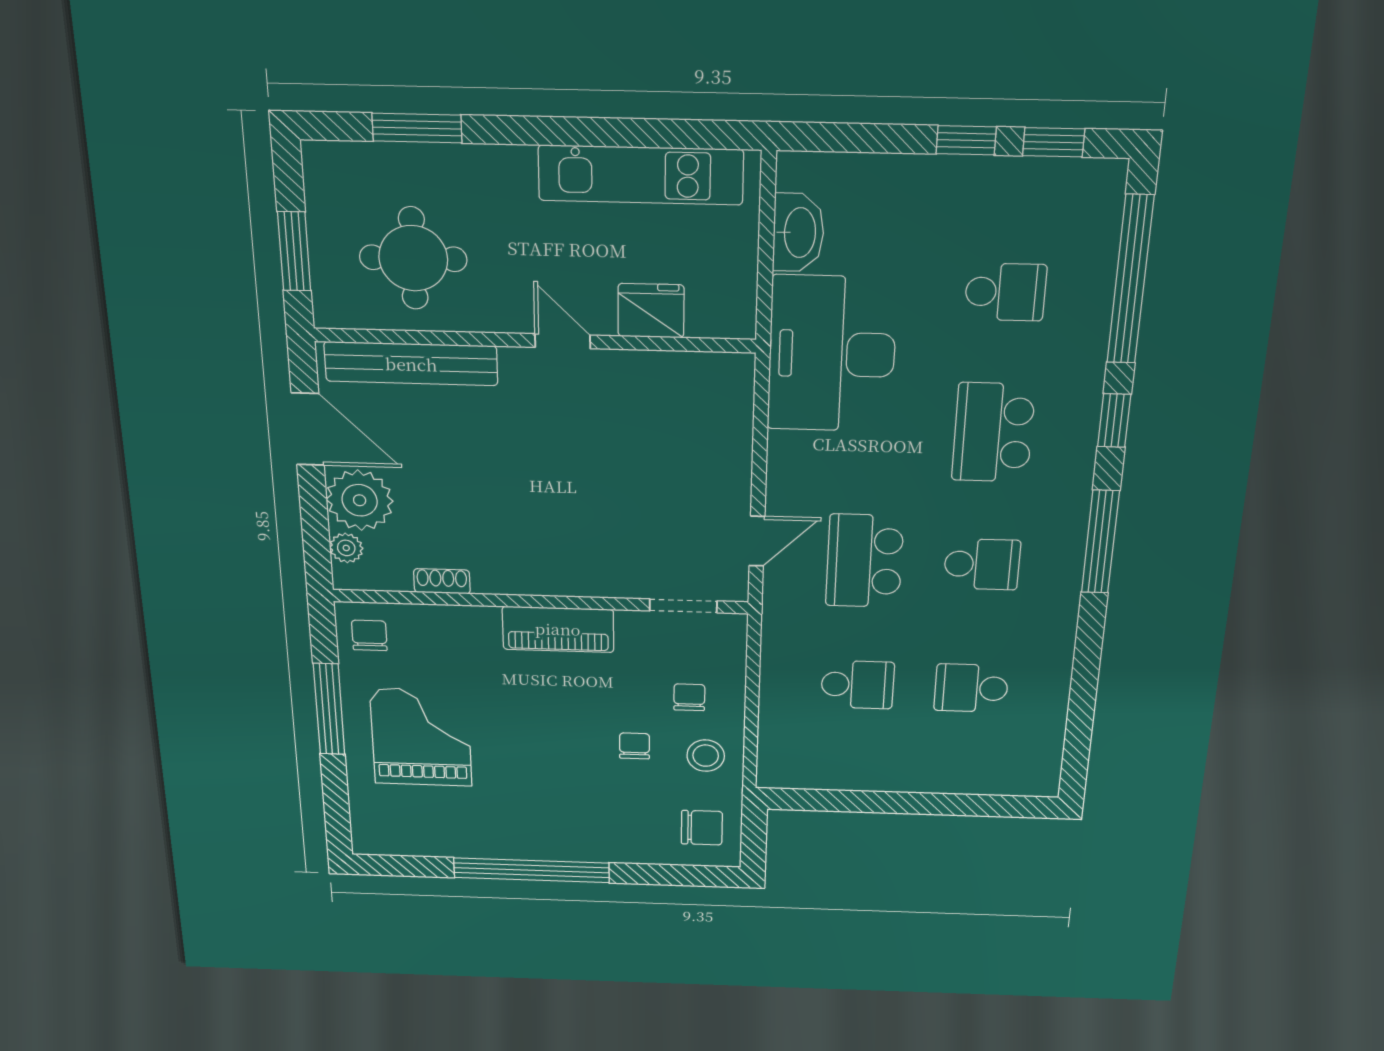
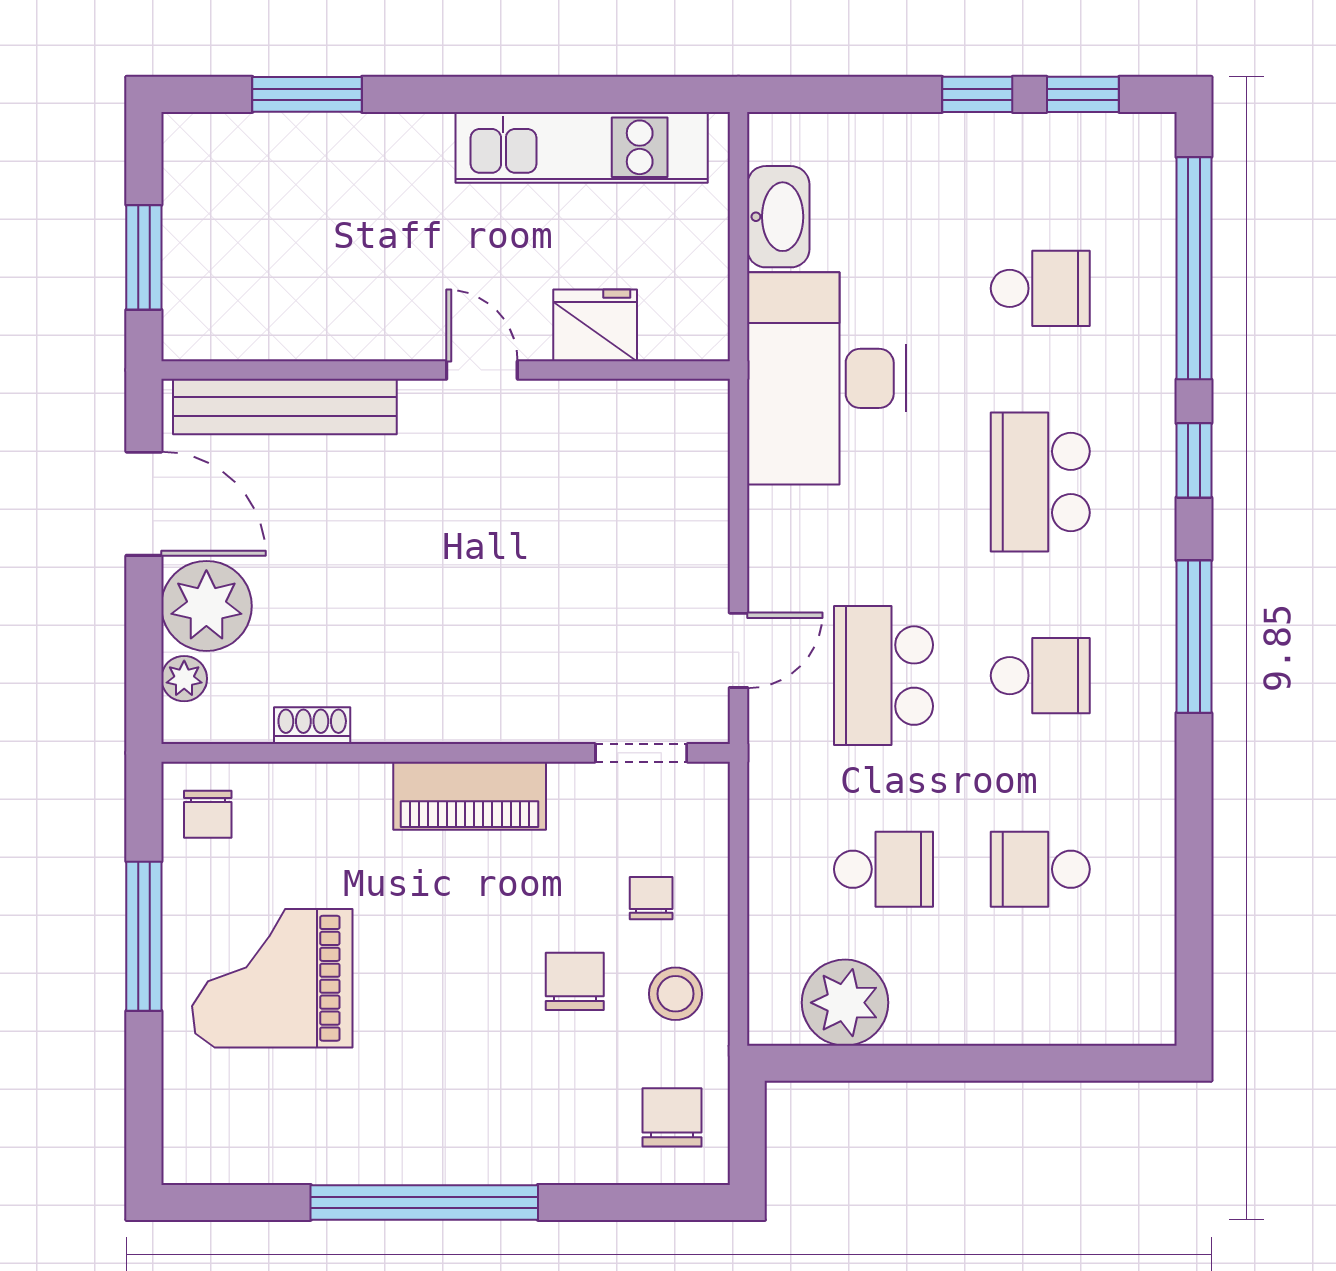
round table: (413, 258) -> (295, 263), removed
chair: (369, 635) -> (208, 814), turned 180
grand piano: (421, 737) -> (272, 978), turned -90
chair: (634, 746) -> (575, 981), width x1.37, depth x1.37
plant: (826, 765) -> (845, 1003), added
chair: (702, 828) -> (672, 1117), turned -90

